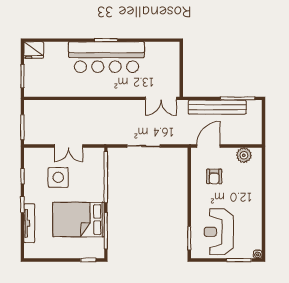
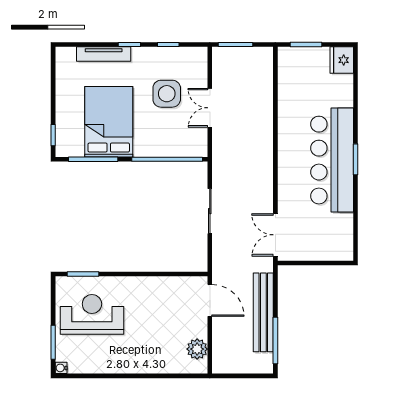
armchair: (214, 176) -> (168, 308), removed

